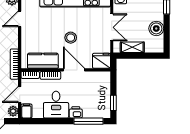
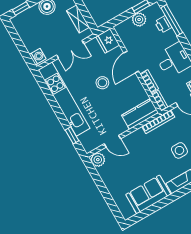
double door: (112, 27) -> (70, 49), swing flipped
kitchen counter: (43, 61) -> (140, 114), moved, turned 90
plant: (104, 95) -> (139, 20), added
printer: (76, 112) -> (163, 24), moved

